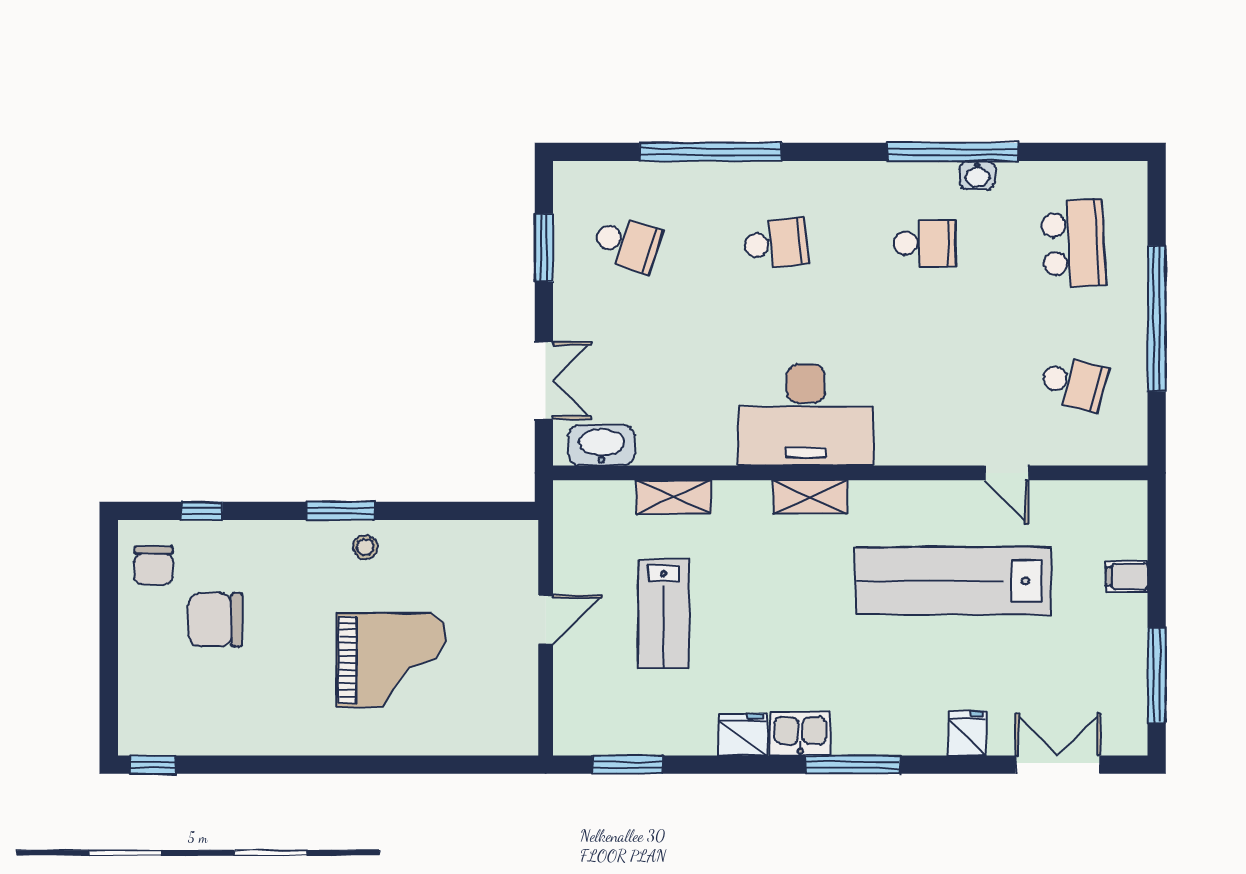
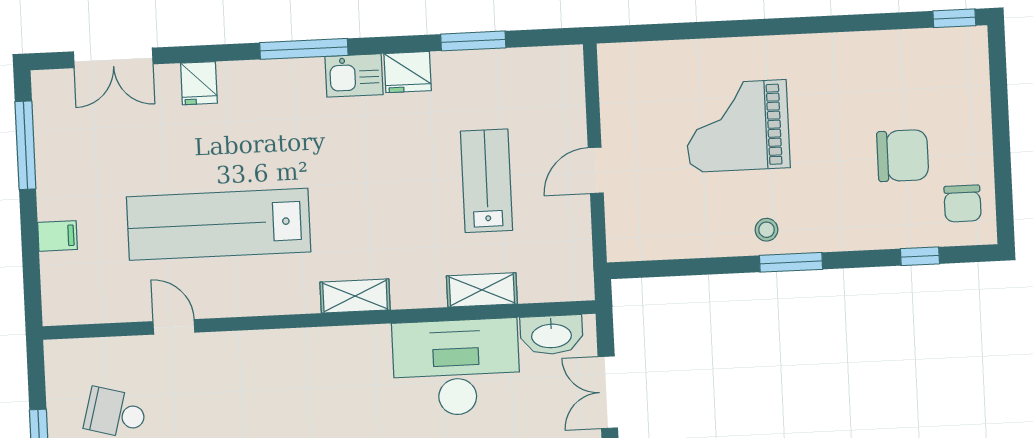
desk: (806, 415) -> (456, 367), moved
chair: (154, 565) -> (963, 203), turned 180
lab bench: (953, 581) -> (219, 224), turned 180
window: (628, 765) -> (473, 41), moved

